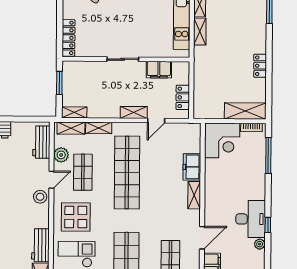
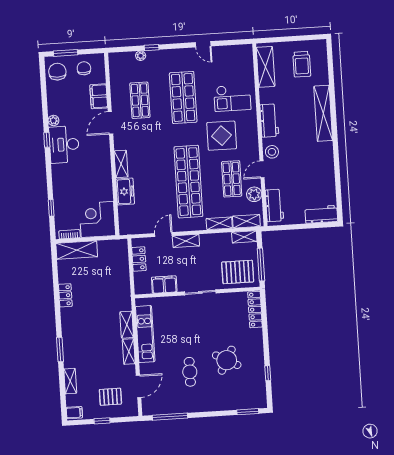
pallet: (83, 77) -> (238, 272), added
window: (59, 83) -> (261, 265), width x1.44
window: (268, 156) -> (51, 208), width x0.46
display table: (76, 217) -> (222, 136), moved
workbench: (40, 245) -> (269, 120), moved

